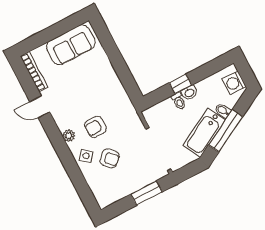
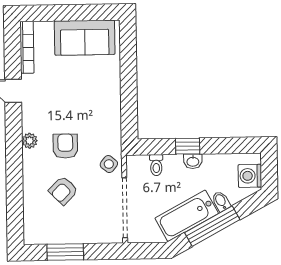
toilet: (179, 101) -> (156, 165), moved
armchair: (95, 127) -> (65, 146), turned 90
side table: (86, 156) -> (109, 164), moved
armchair: (110, 158) -> (63, 190), turned 89
window: (146, 193) -> (65, 252), moved

